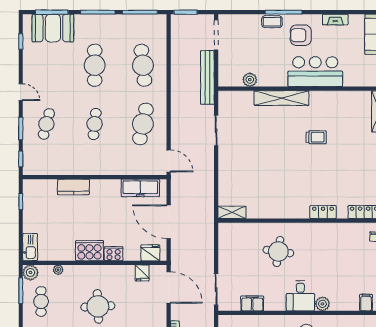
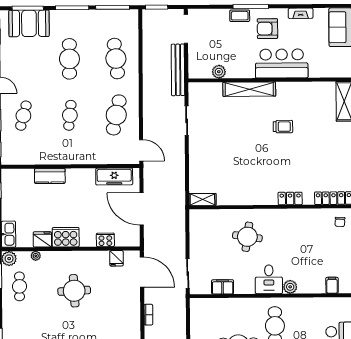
fridge: (150, 253) -> (42, 239), moved
cooker: (114, 254) -> (105, 240), moved

